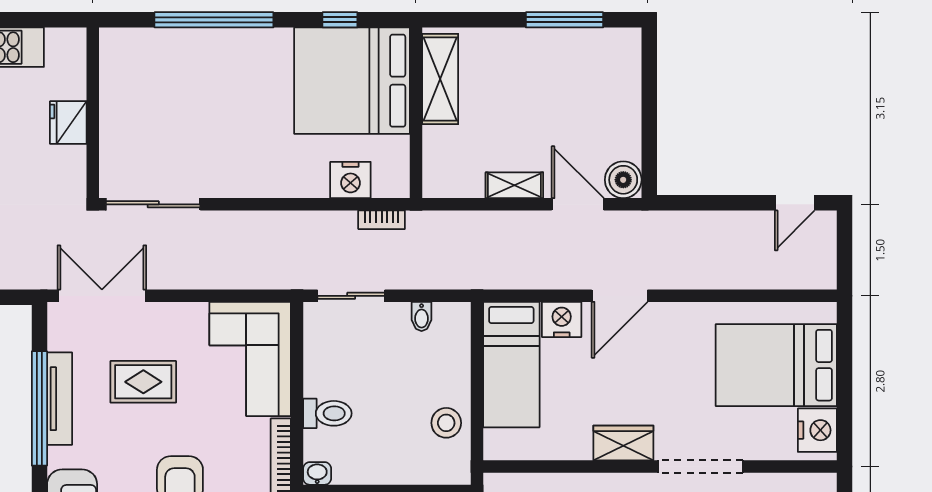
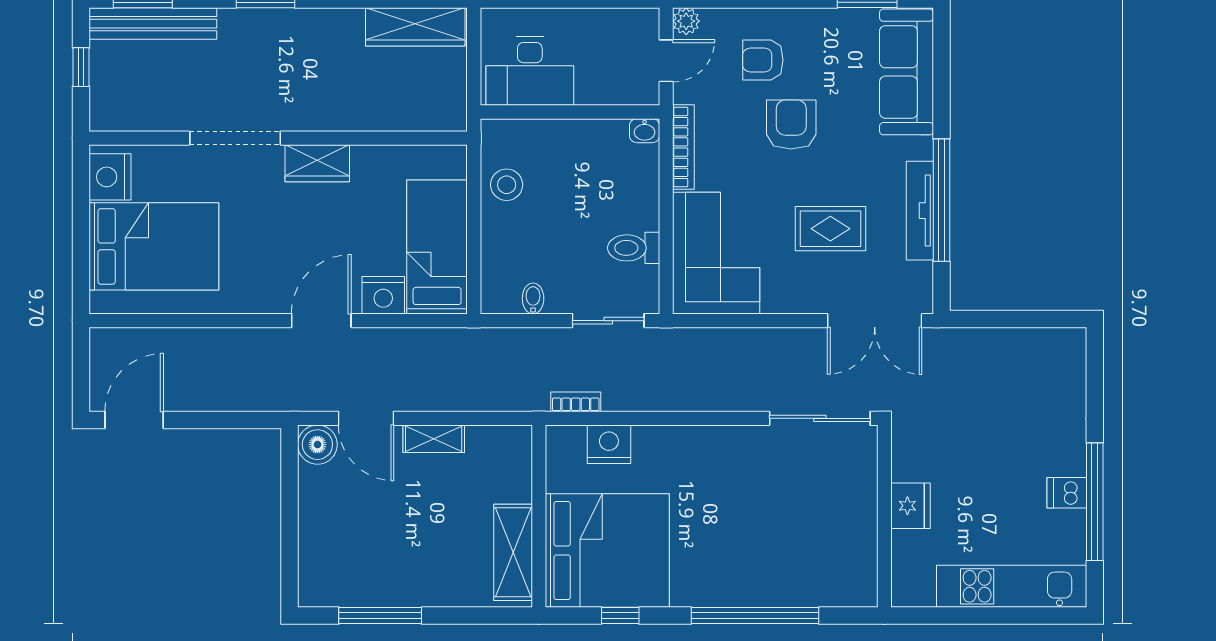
door: (795, 203) -> (134, 420), width x1.38
toilet: (327, 413) -> (634, 248), moved

